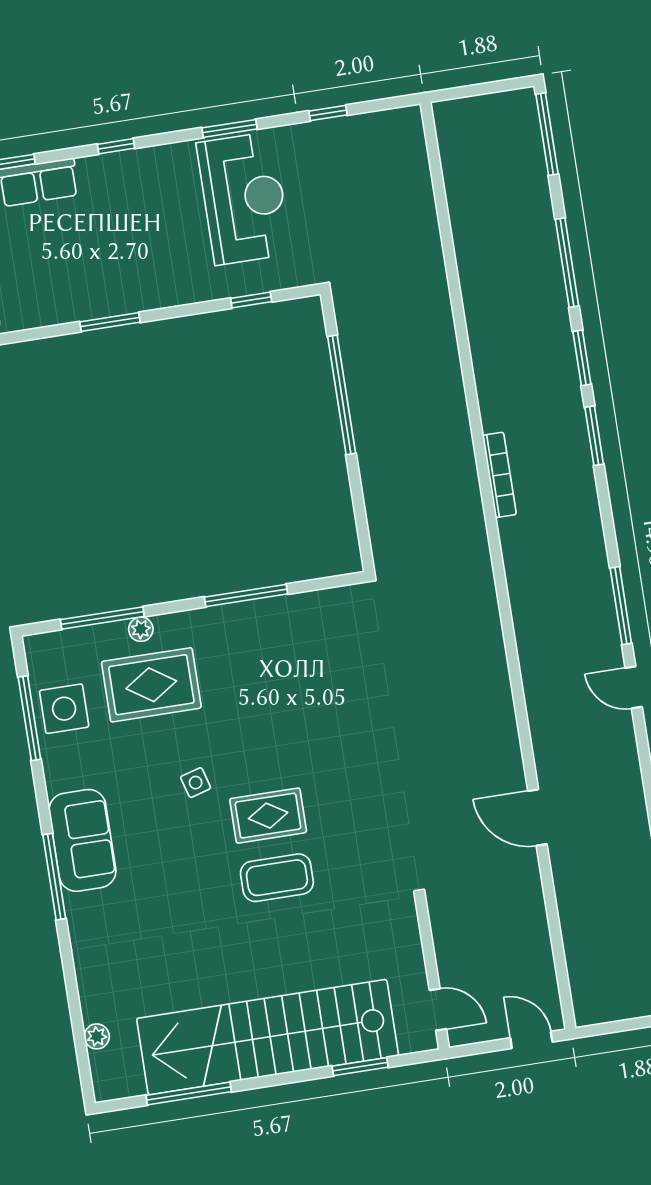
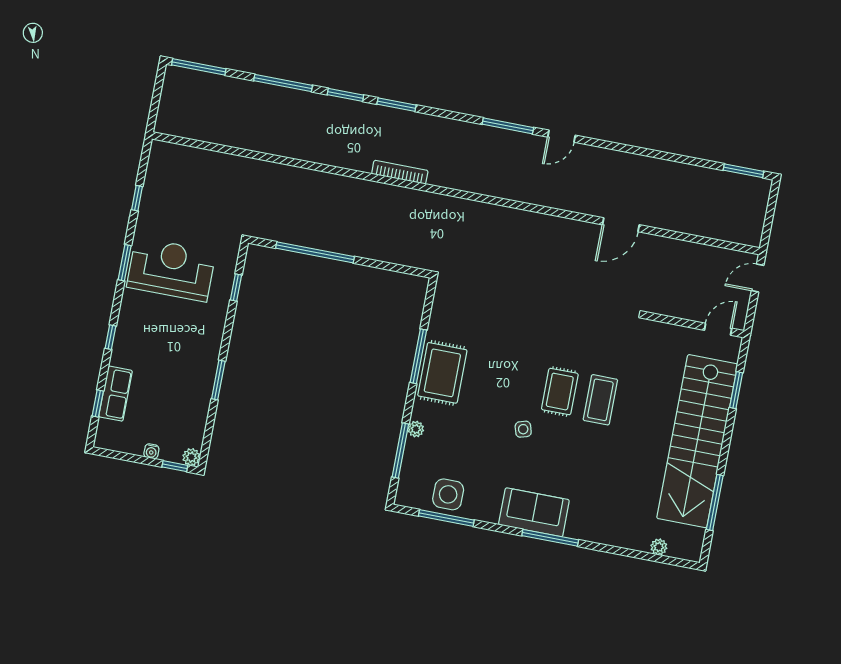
rug: (151, 685) -> (442, 373), moved

